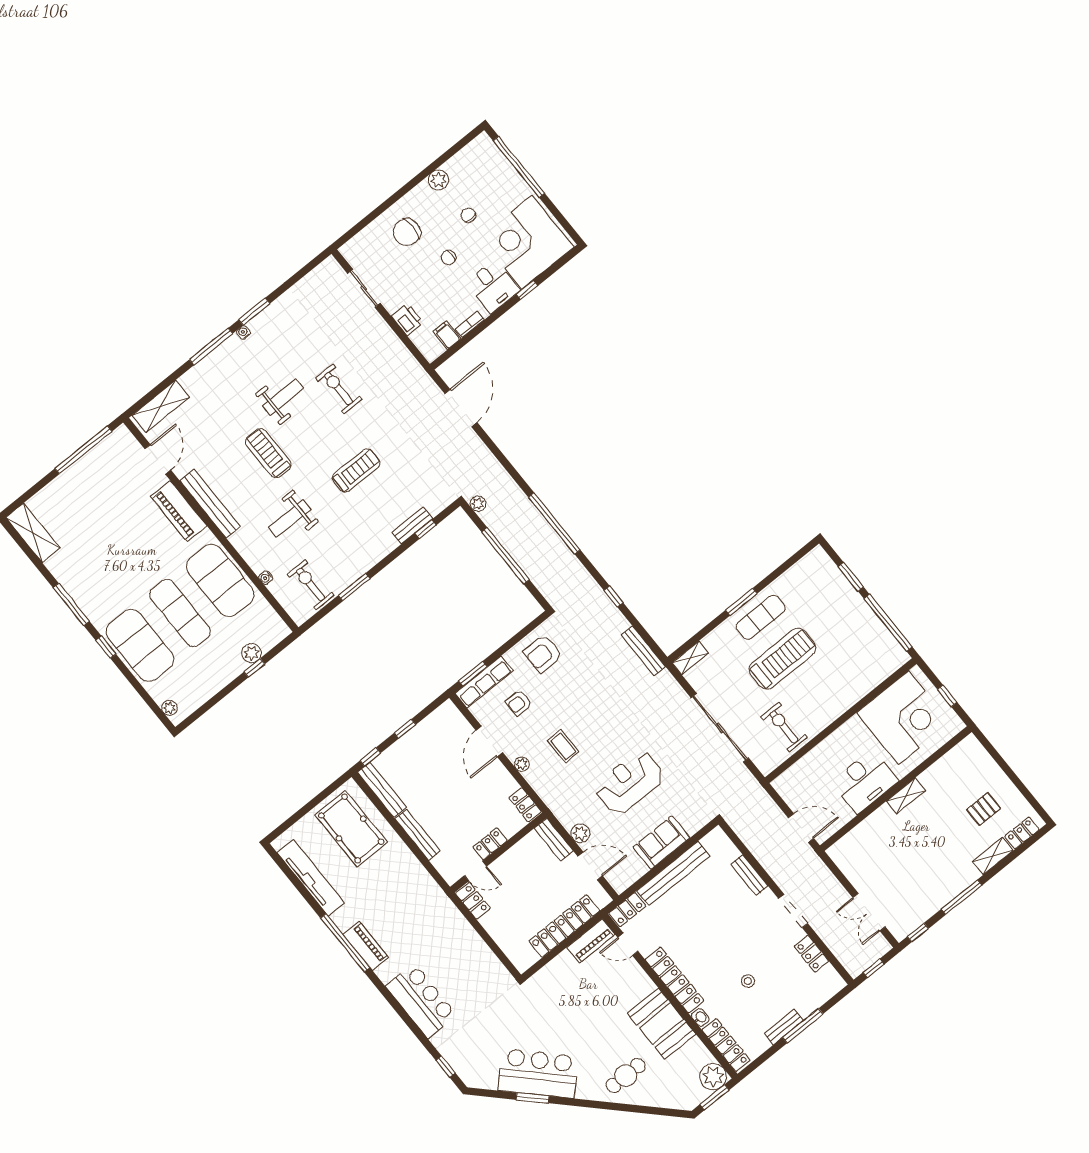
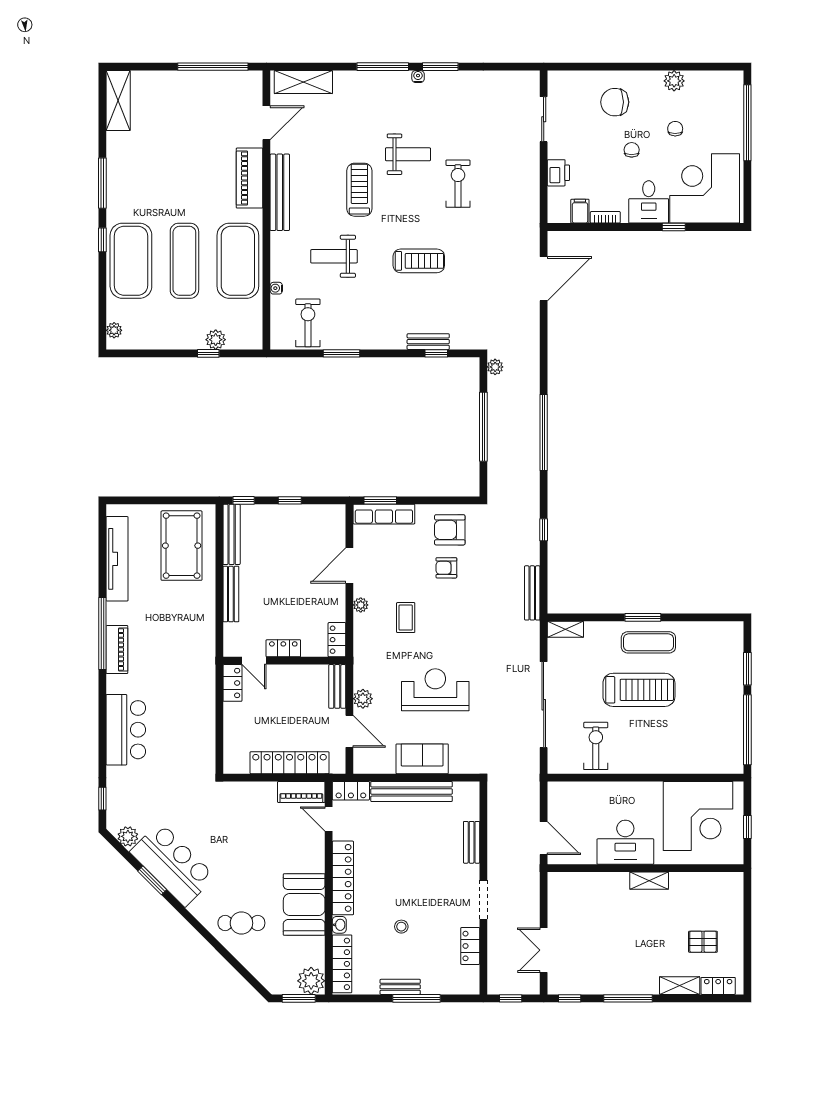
chair: (448, 258) -> (632, 150), turned 90
armchair: (519, 703) -> (446, 568), moved
plant: (488, 1080) -> (128, 836), added

